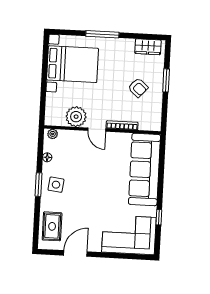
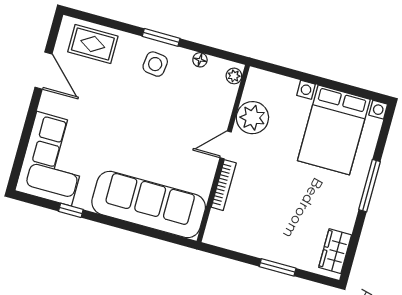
armchair: (138, 88) -> (276, 222), removed

